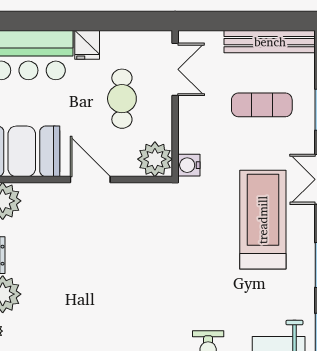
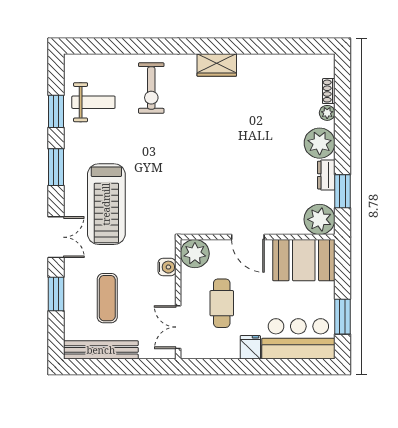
exercise mat: (262, 105) -> (107, 298), turned 90
water cooler: (189, 165) -> (167, 267), moved

